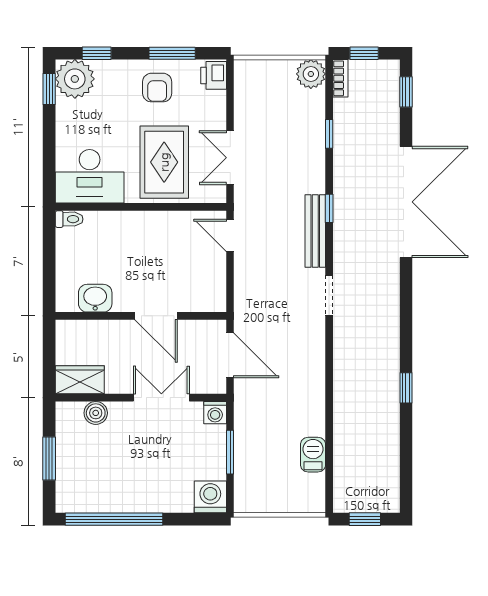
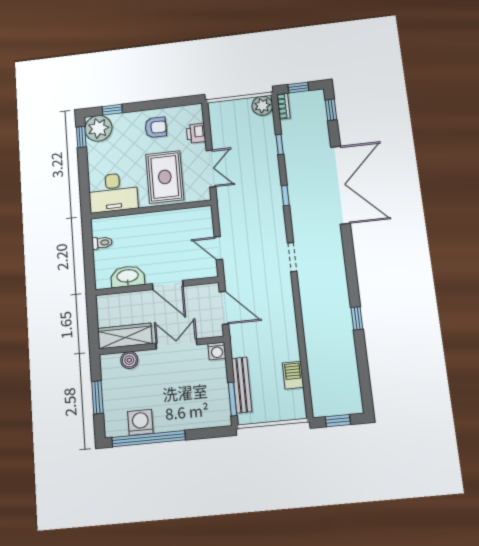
window: (172, 53) -> (164, 103), removed
printer: (214, 75) -> (196, 133), moved
armchair: (157, 88) -> (156, 127), turned -90
double door: (230, 158) -> (211, 169), swing flipped
toilet: (69, 219) -> (102, 243), moved
bench: (315, 231) -> (242, 385), moved
door: (230, 235) -> (218, 248), moved
washbasin: (95, 298) -> (128, 276), width x1.38
wardrobe: (80, 380) -> (125, 336), width x1.50
window: (230, 452) -> (232, 399), moved
washing machine: (210, 497) -> (140, 422), moved

